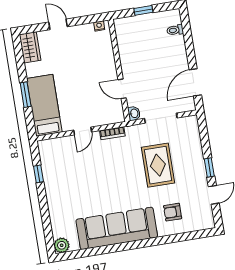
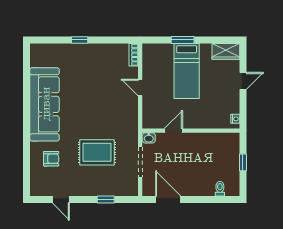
bed: (44, 105) -> (187, 71), moved, turned 90
bookcase: (112, 133) -> (134, 55), moved
window: (209, 167) -> (106, 200), moved
window: (39, 174) -> (80, 40), moved
armchair: (173, 212) -> (51, 159), turned 90
plant: (62, 245) -> (37, 51), removed

